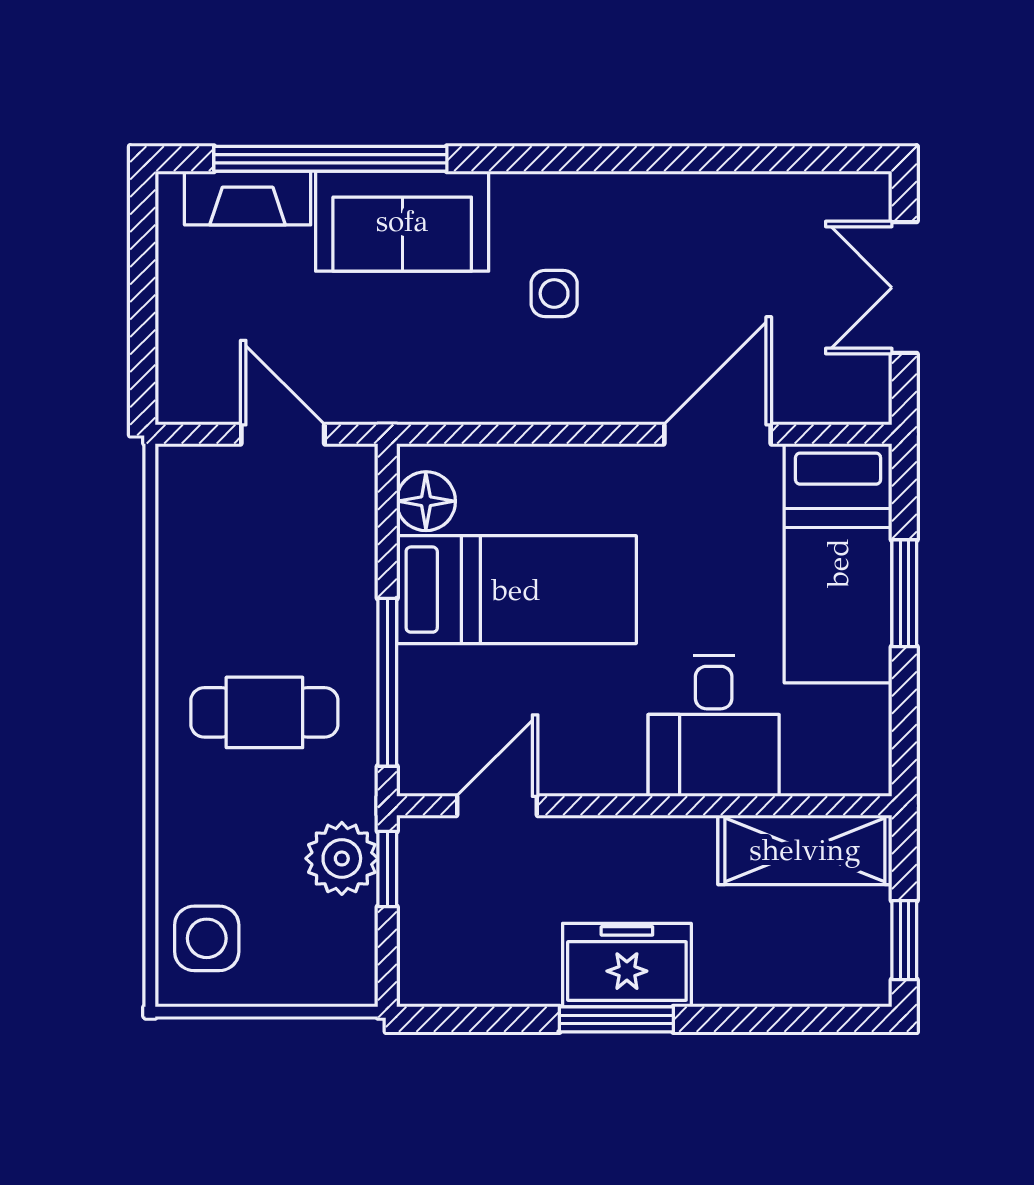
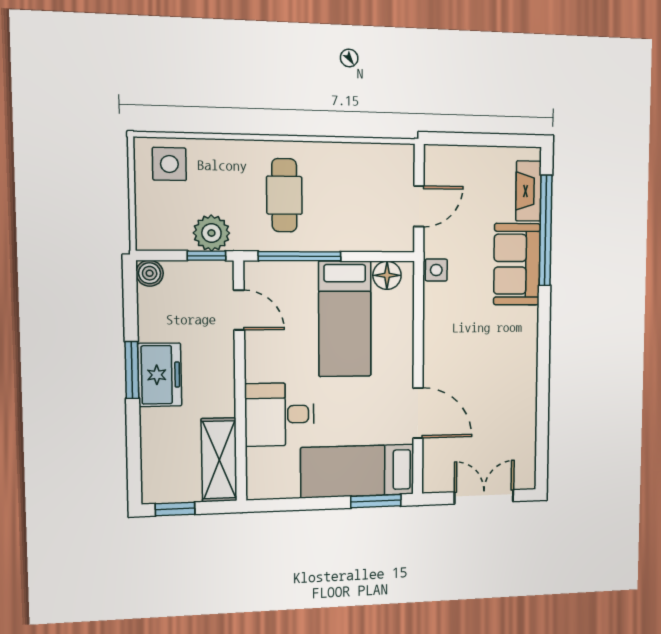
side table: (554, 293) -> (436, 270), moved
window: (904, 593) -> (376, 501), moved
boiler: (423, 981) -> (150, 273), added

